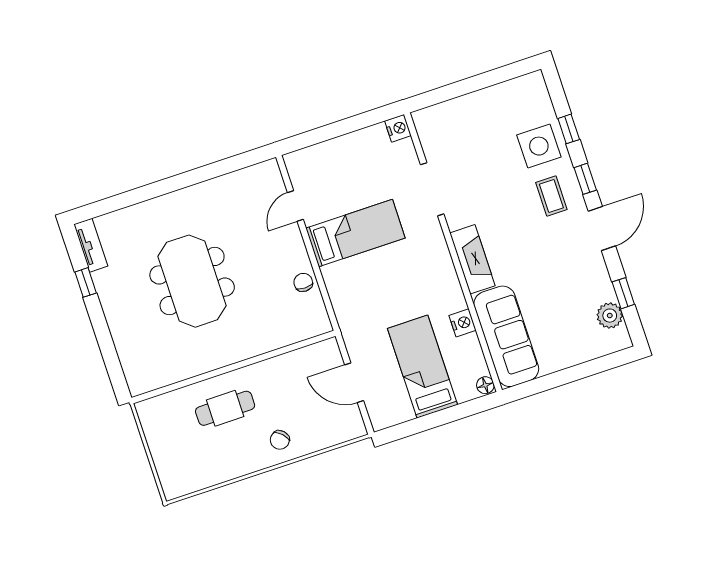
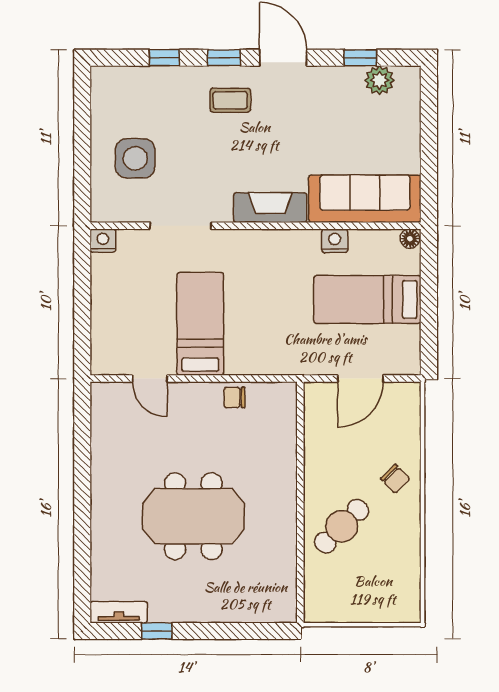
side table: (539, 146) -> (135, 158), moved
cafe table: (225, 408) -> (342, 526), turned 45

